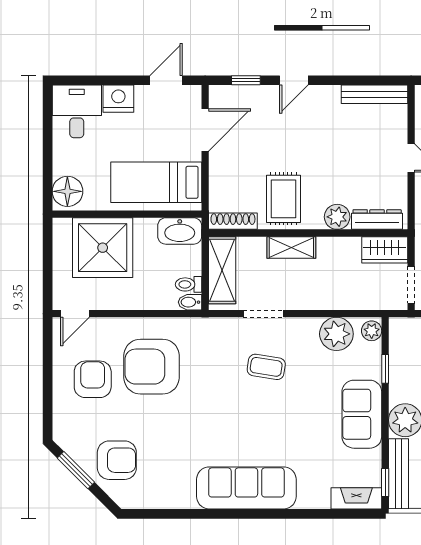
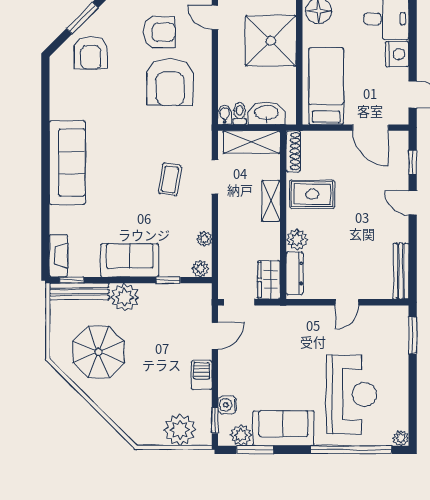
washbasin: (180, 231) -> (267, 113), moved, turned 90
plant: (336, 334) -> (204, 239), width x0.53, depth x0.53
armchair: (152, 367) -> (170, 82), turned 180

